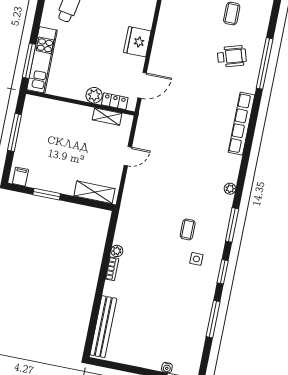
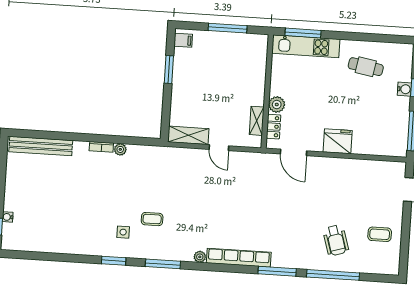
row of seats: (241, 124) -> (239, 258), moved
shelving: (94, 192) -> (188, 135), moved, turned 90
window: (213, 319) -> (277, 271), moved

